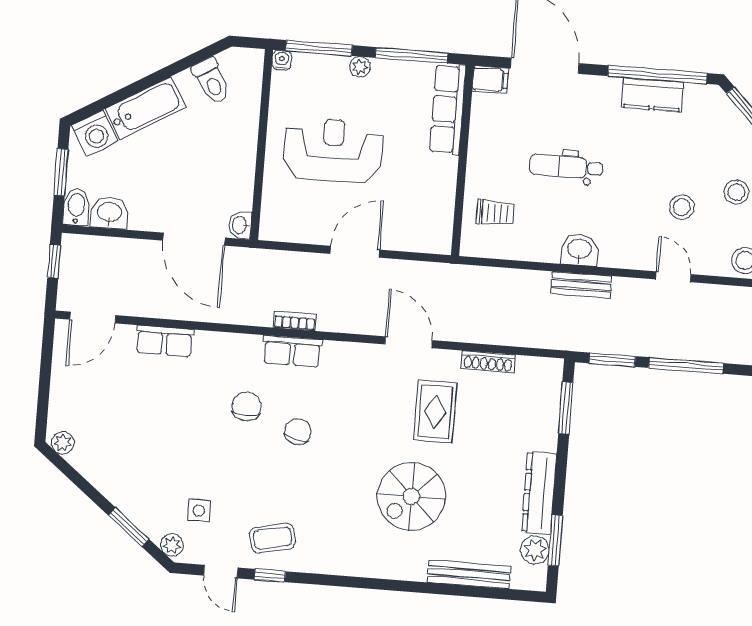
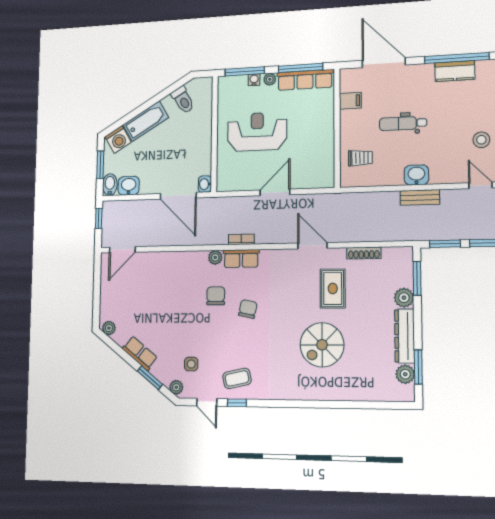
water cooler: (282, 60) -> (254, 80), moved
filing cabinet: (490, 80) -> (350, 101), moved
row of seats: (448, 109) -> (305, 80), moved, turned -90
row of seats: (165, 341) -> (140, 353), moved, turned -141
plant: (250, 345) -> (215, 257), added
plant: (543, 435) -> (404, 298), added
bench: (469, 574) -> (363, 394), removed

